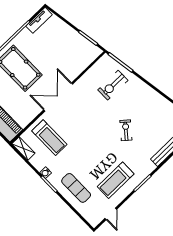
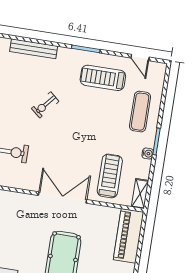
double door: (58, 97) -> (63, 198), swing flipped
treadmill: (116, 180) -> (103, 78), turned 180
door: (111, 214) -> (140, 58), swing flipped

